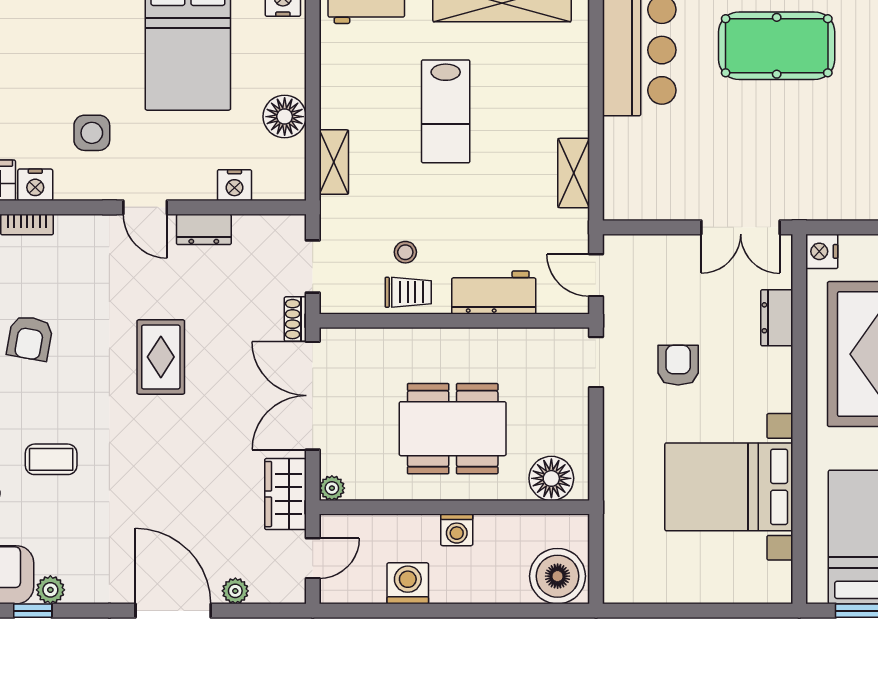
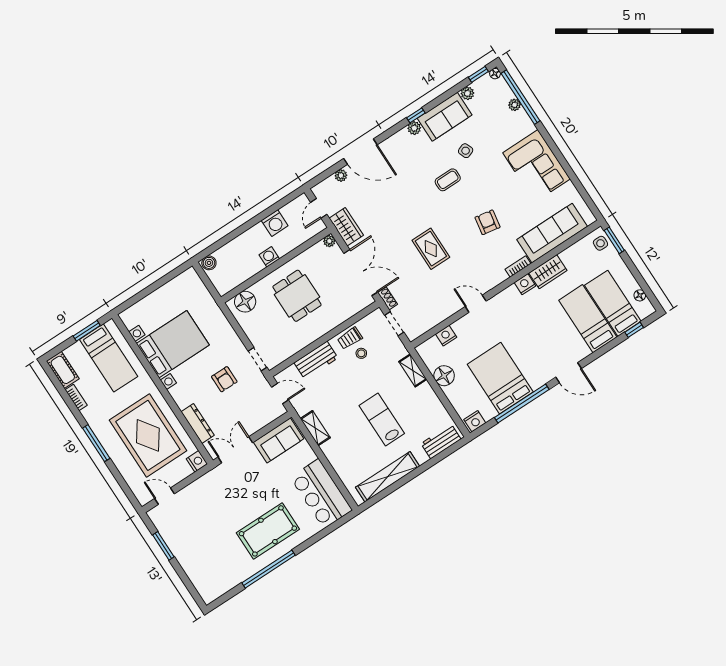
side table: (92, 133) -> (516, 319), removed
sofa: (653, 194) -> (279, 440), added
dresser: (204, 229) -> (447, 310), removed
dresser: (777, 318) -> (198, 423), width x1.44
dining table: (453, 429) -> (297, 296), width x0.73
boiler: (558, 576) -> (209, 263), width x0.54, depth x0.54

